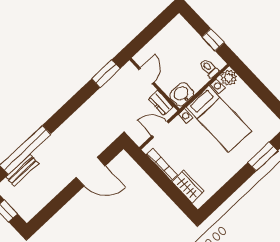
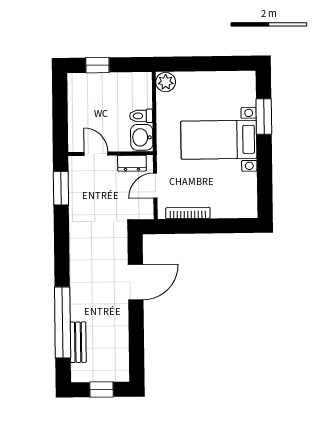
window: (213, 40) -> (97, 65), moved
toilet: (209, 68) -> (141, 116), moved
bed with nightstands: (219, 119) -> (219, 140), moved, turned 180
wardrobe: (188, 187) -> (229, 208), removed

